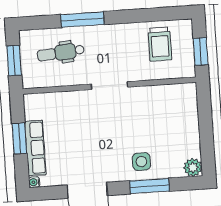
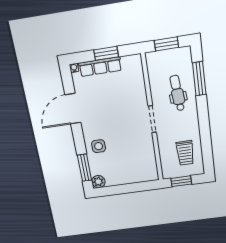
window: (82, 20) -> (199, 79), moved
trolley: (160, 44) -> (185, 153), turned -90
dental chair: (61, 53) -> (177, 93), moved
window: (149, 186) -> (84, 168), moved

